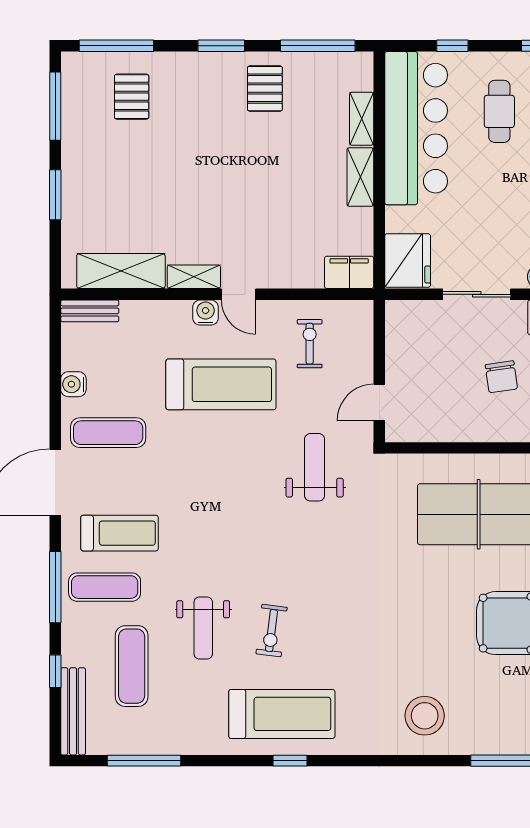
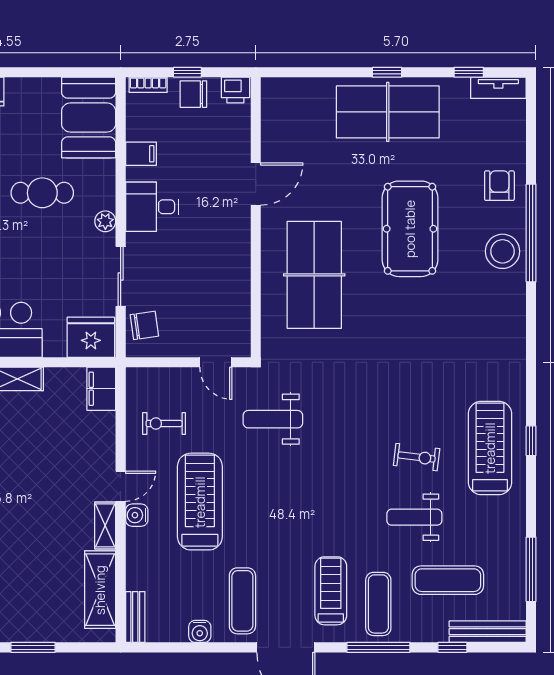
chair: (501, 377) -> (144, 325), moved
weight bench: (203, 628) -> (414, 517), turned 180
stool: (425, 716) -> (502, 251), moved

